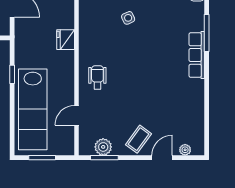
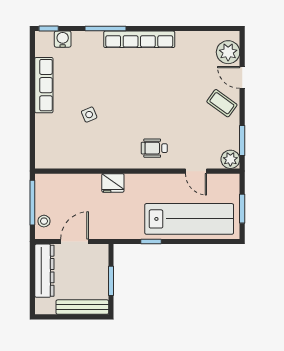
row of seats: (197, 55) -> (139, 39), width x1.36
plant: (103, 147) -> (230, 159), moved
plant: (185, 150) -> (228, 52), width x1.88, depth x1.88

